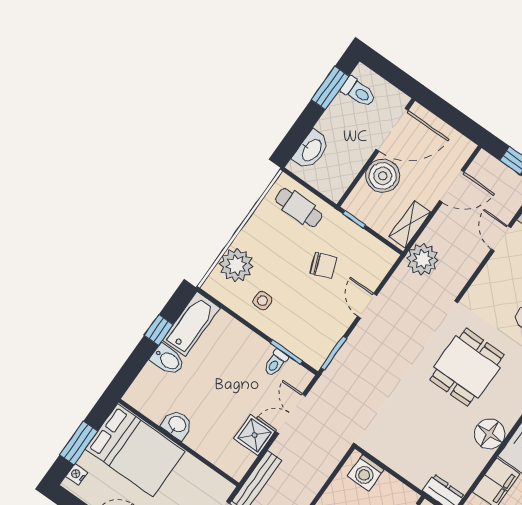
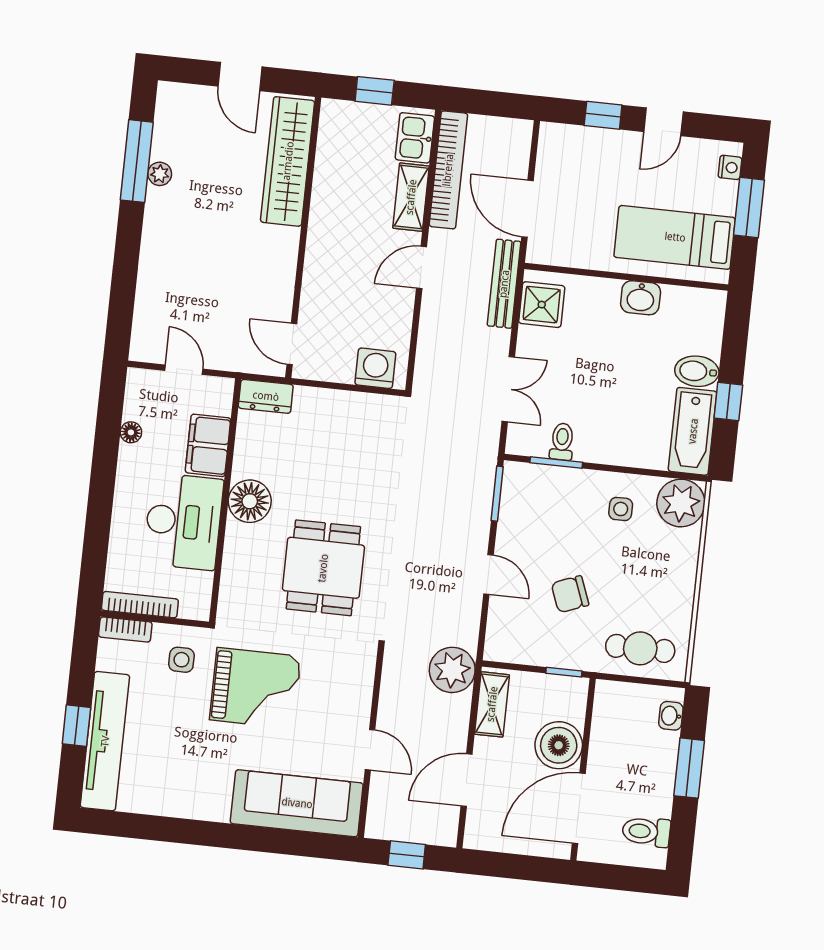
window: (330, 88) -> (689, 768), moved
washbasin: (311, 150) -> (671, 716), width x0.52, depth x0.69
plant: (236, 265) -> (681, 503), moved
shower: (255, 435) -> (542, 305), moved
bed: (135, 450) -> (675, 237), width x0.67

